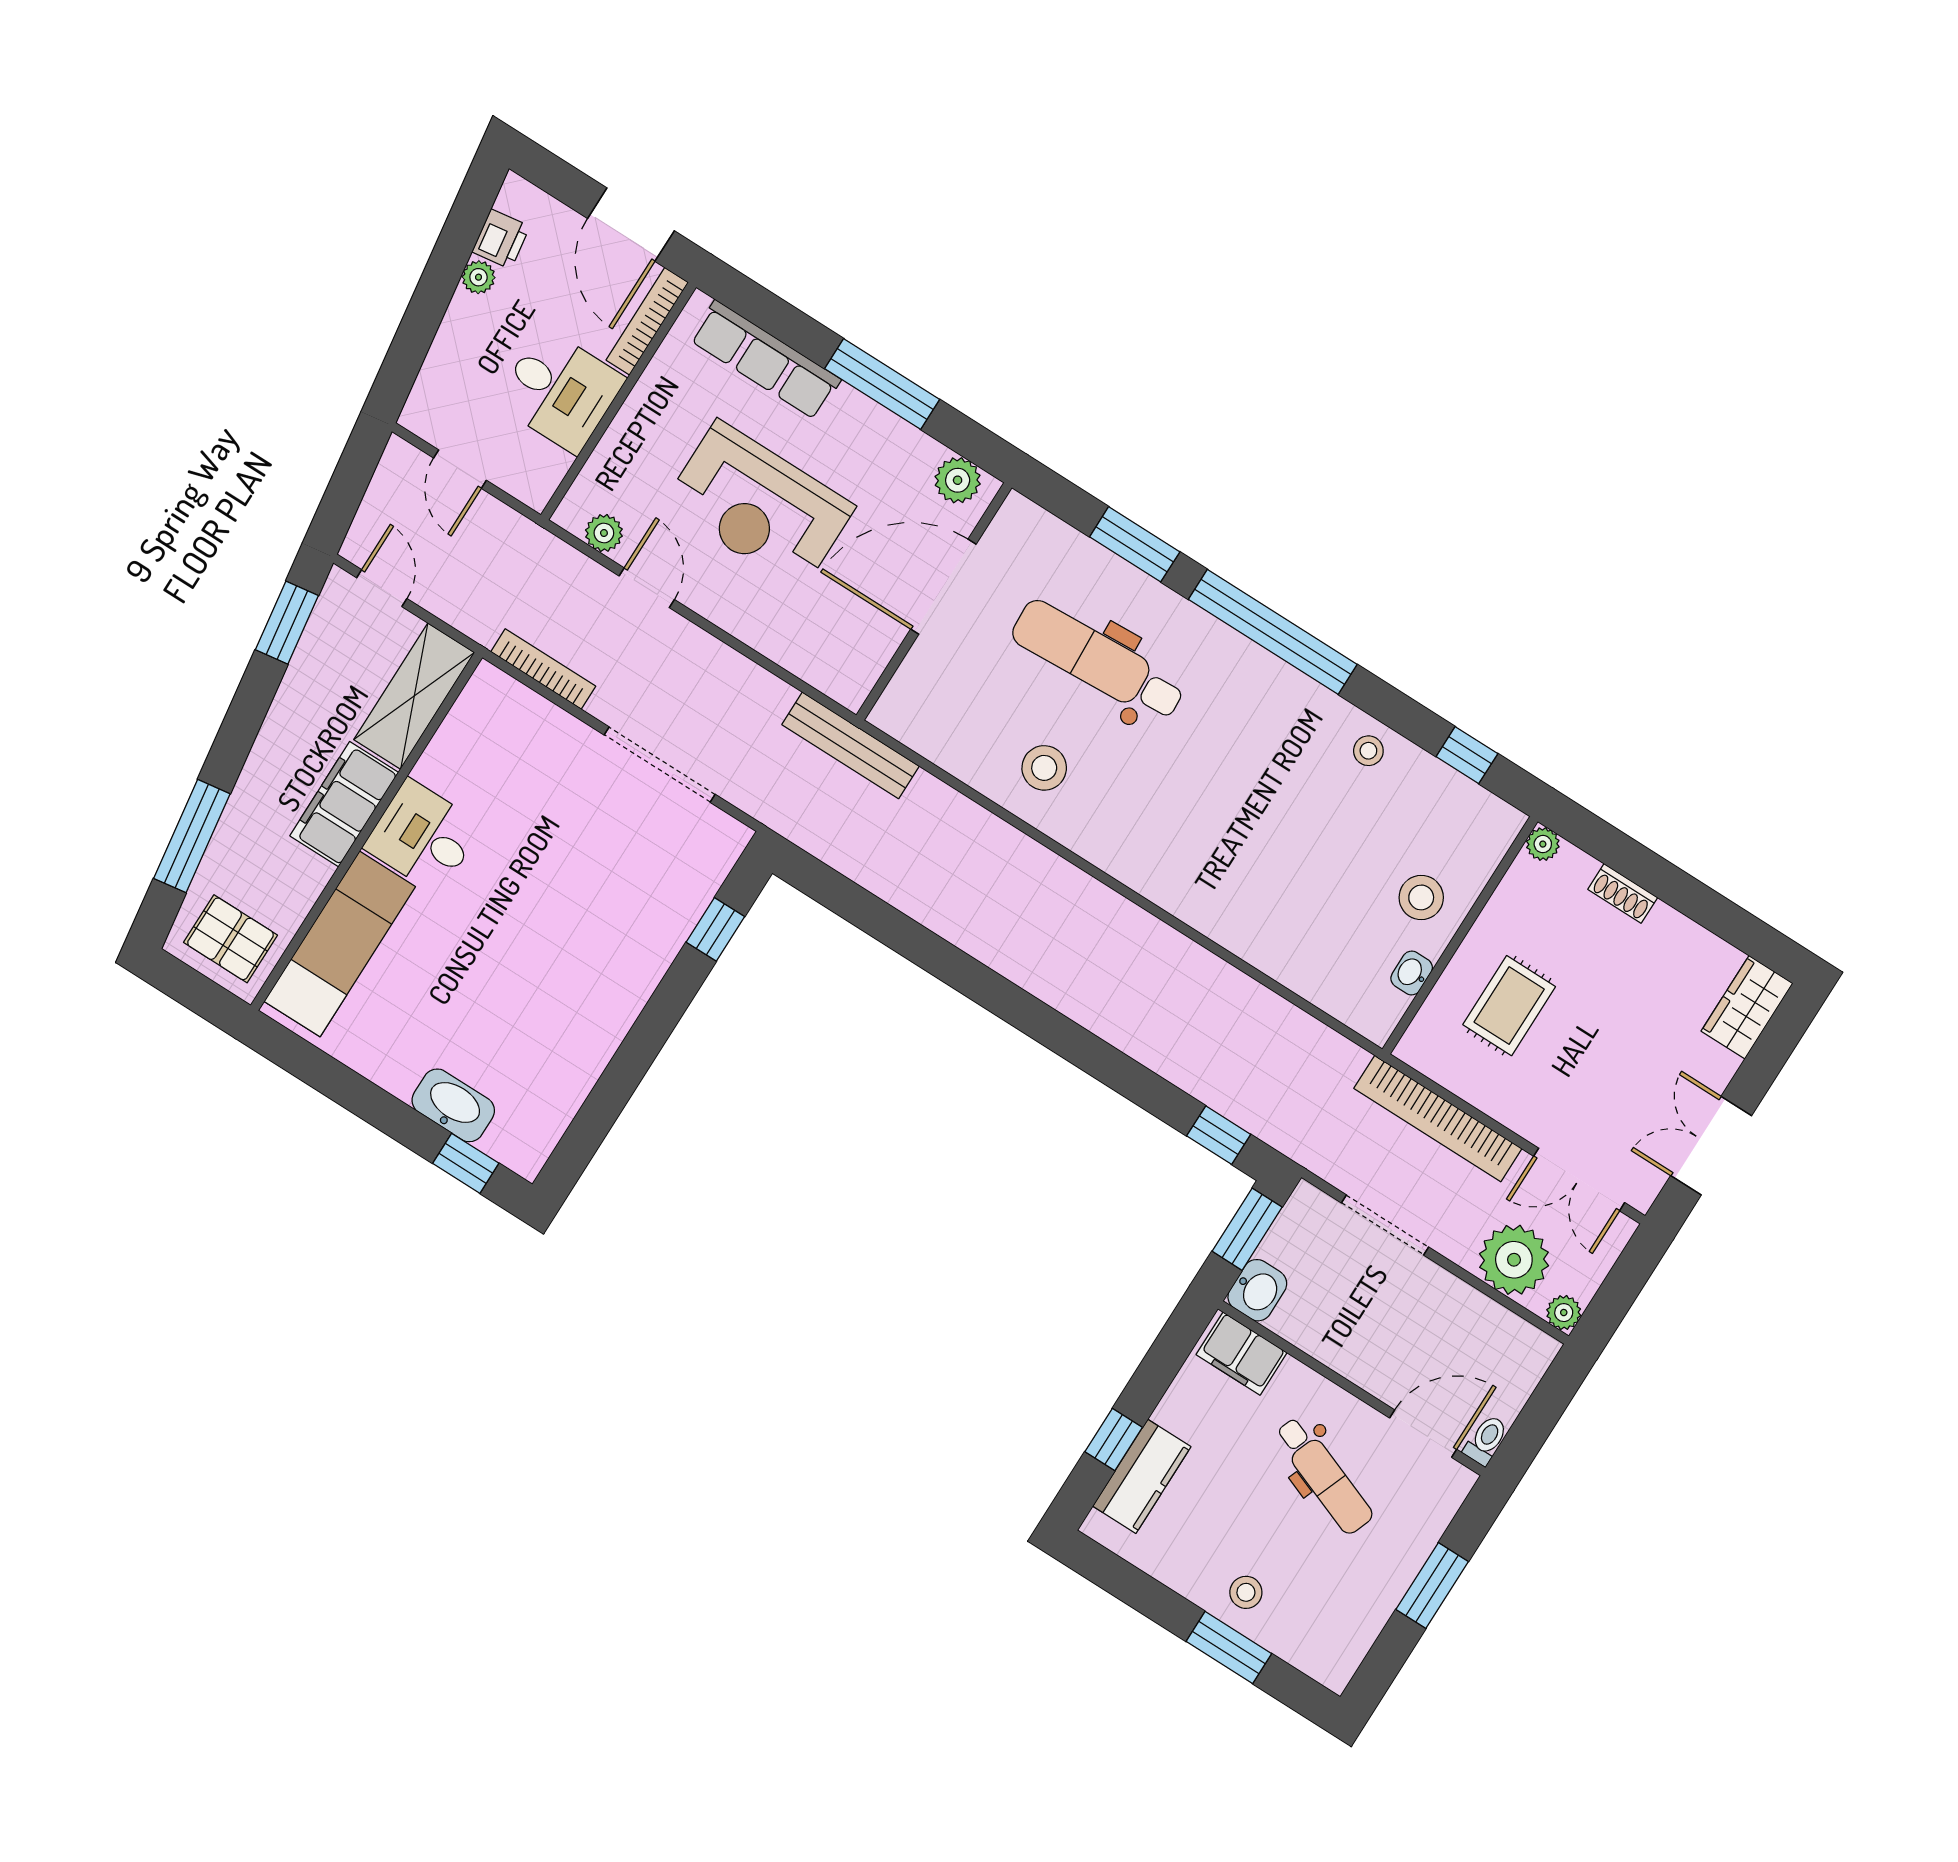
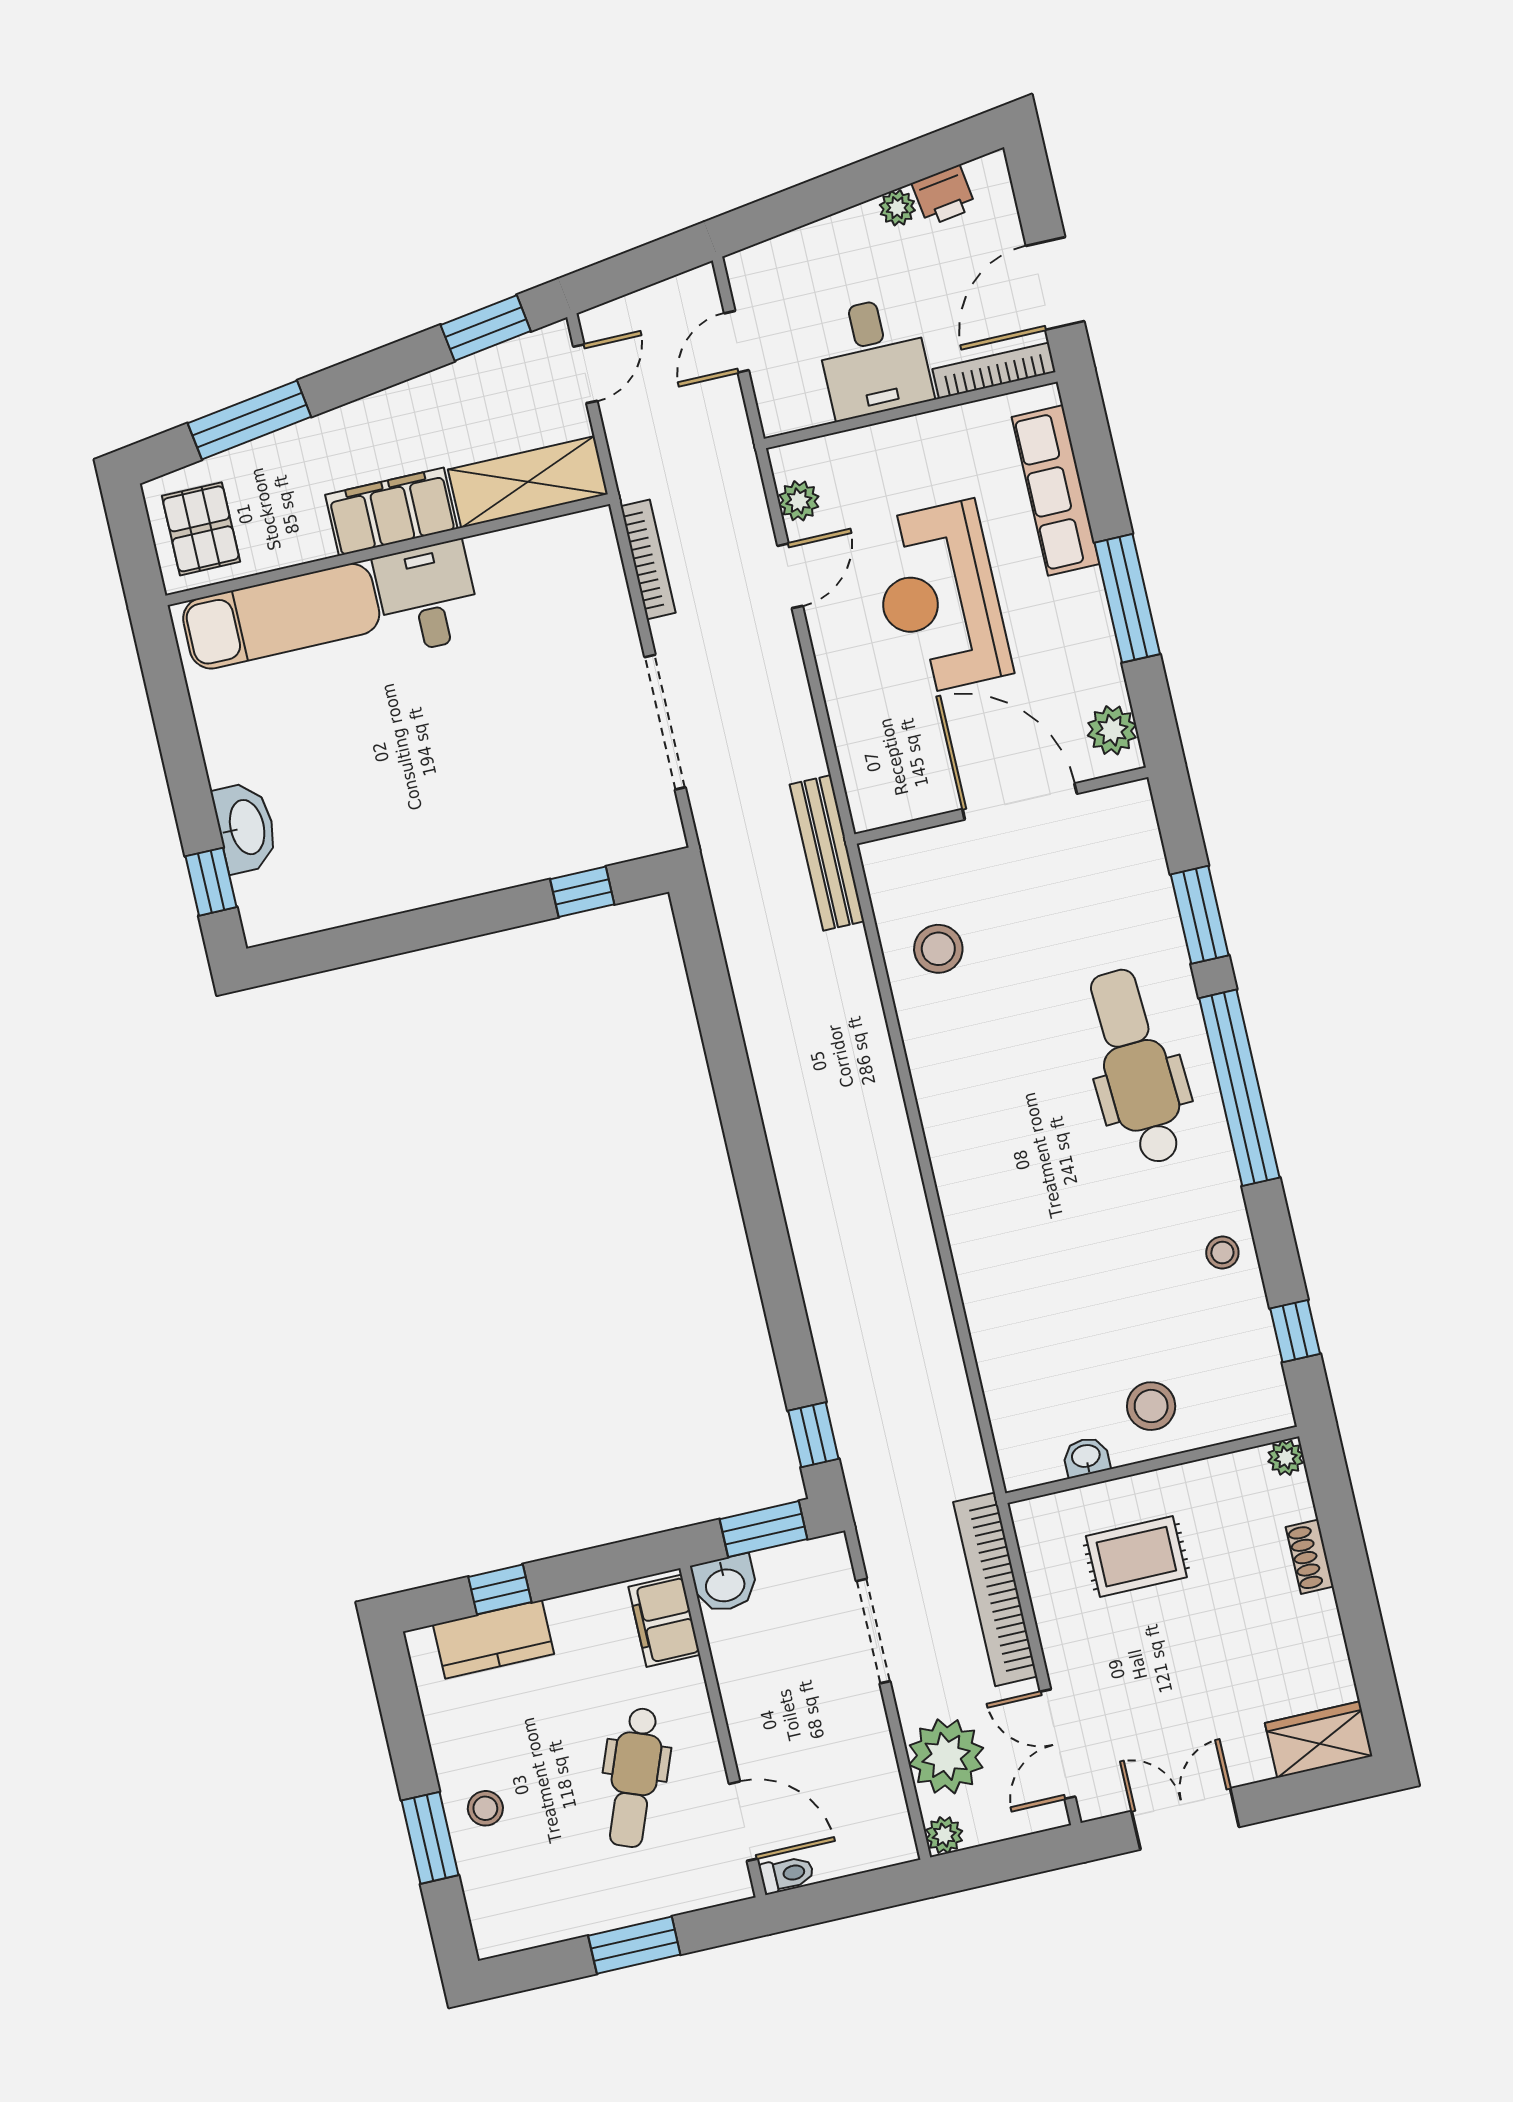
dental chair: (1098, 661) -> (1136, 1067), moved
stool: (1044, 768) -> (938, 949), moved

